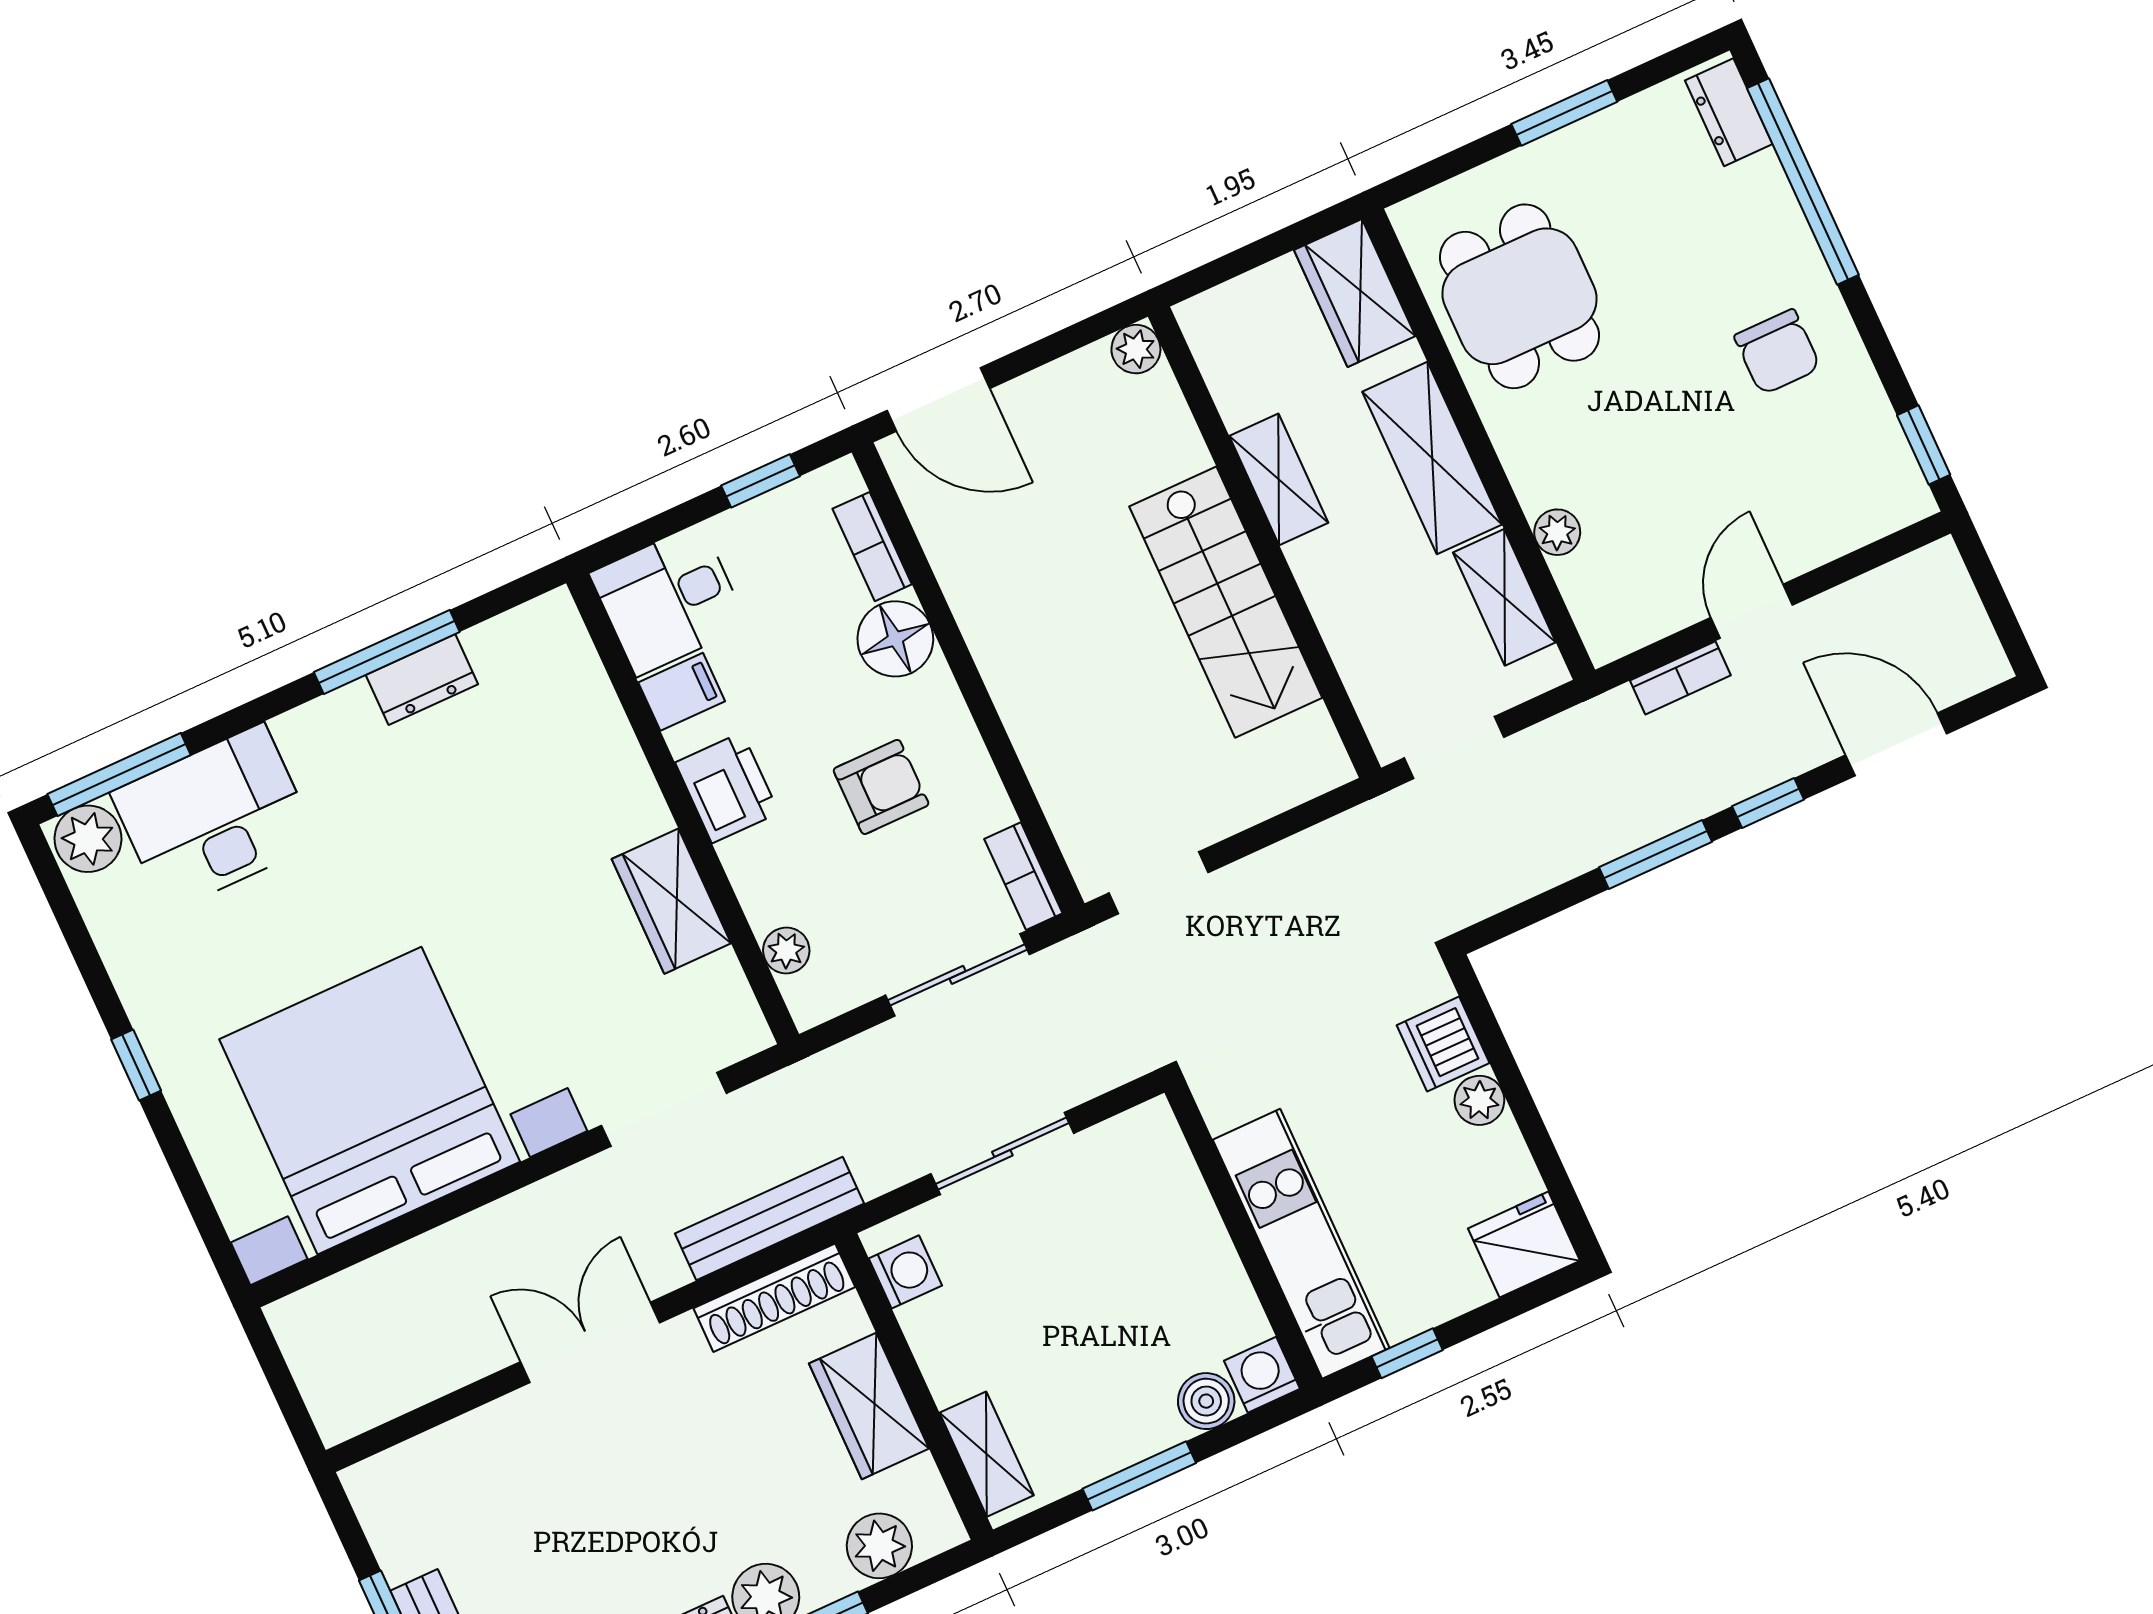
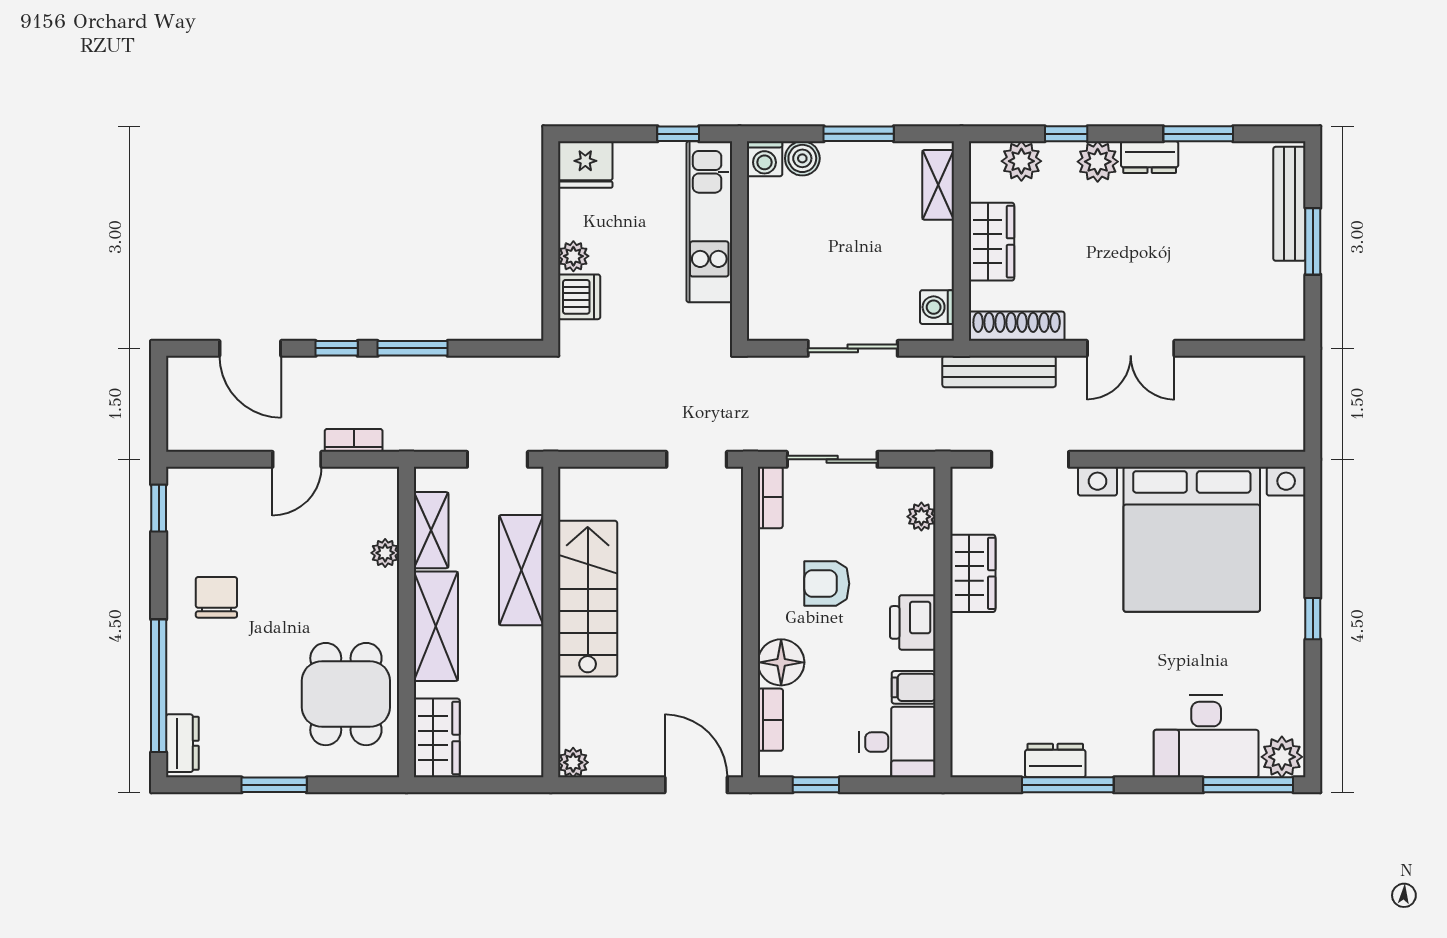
shelving: (1279, 479) -> (521, 570), moved, width x1.50, depth x1.33

